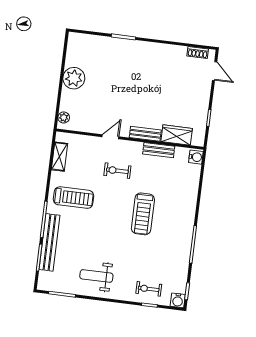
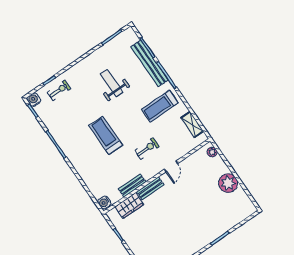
weight bench: (96, 276) -> (112, 83), moved, turned -90

